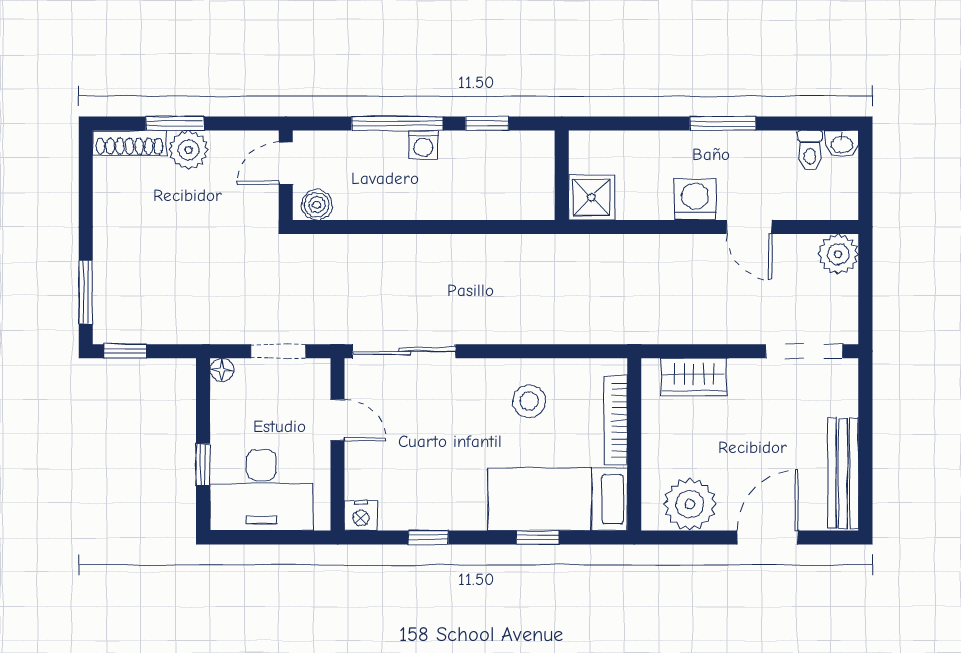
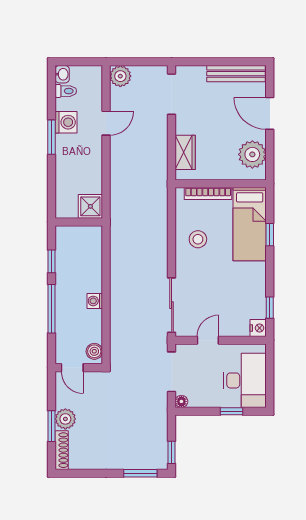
washing machine: (423, 145) -> (95, 301), moved, turned 180
washing machine: (695, 199) -> (66, 122), moved, turned 180
doorway: (278, 351) -> (172, 372), width x1.38
window: (428, 537) -> (270, 308), moved

